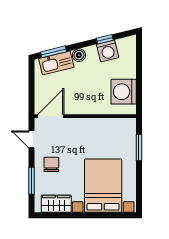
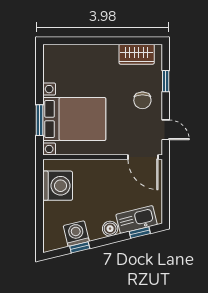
window: (54, 52) -> (140, 232), width x0.67
door: (51, 116) -> (143, 157), hinge flipped
window: (32, 181) -> (166, 81), width x0.67
bed with nightstands: (103, 186) -> (74, 119), moved, turned -90

